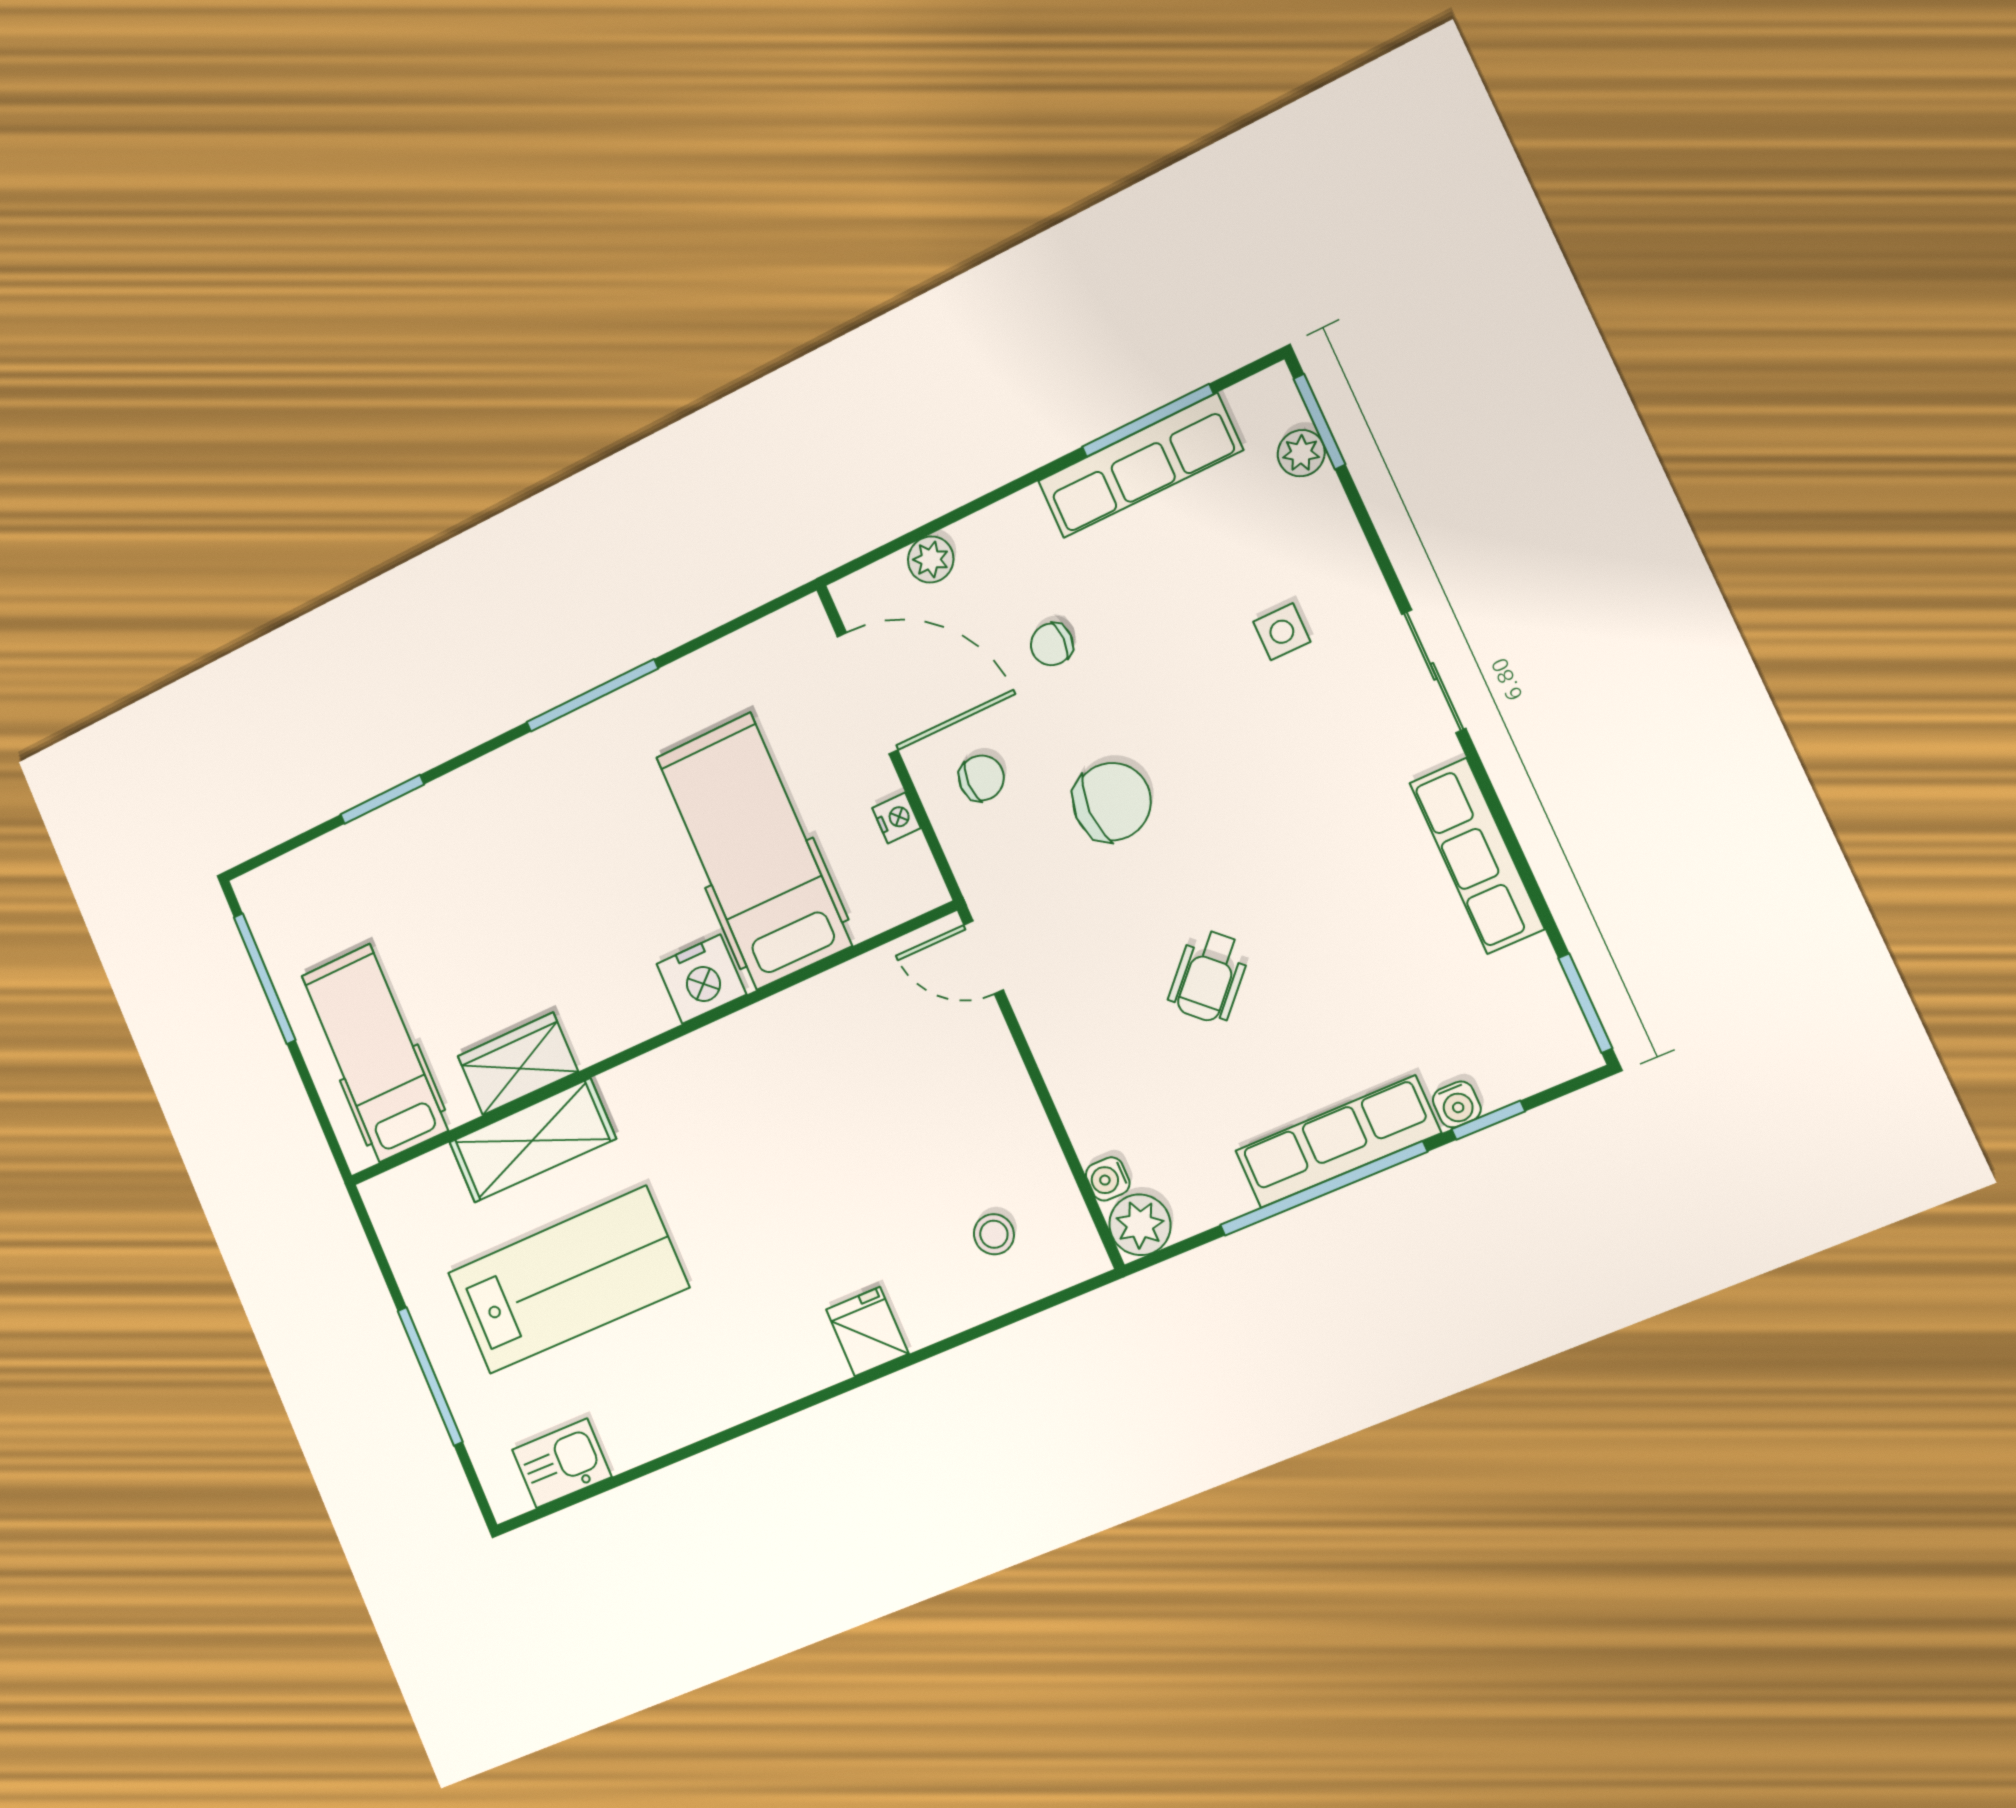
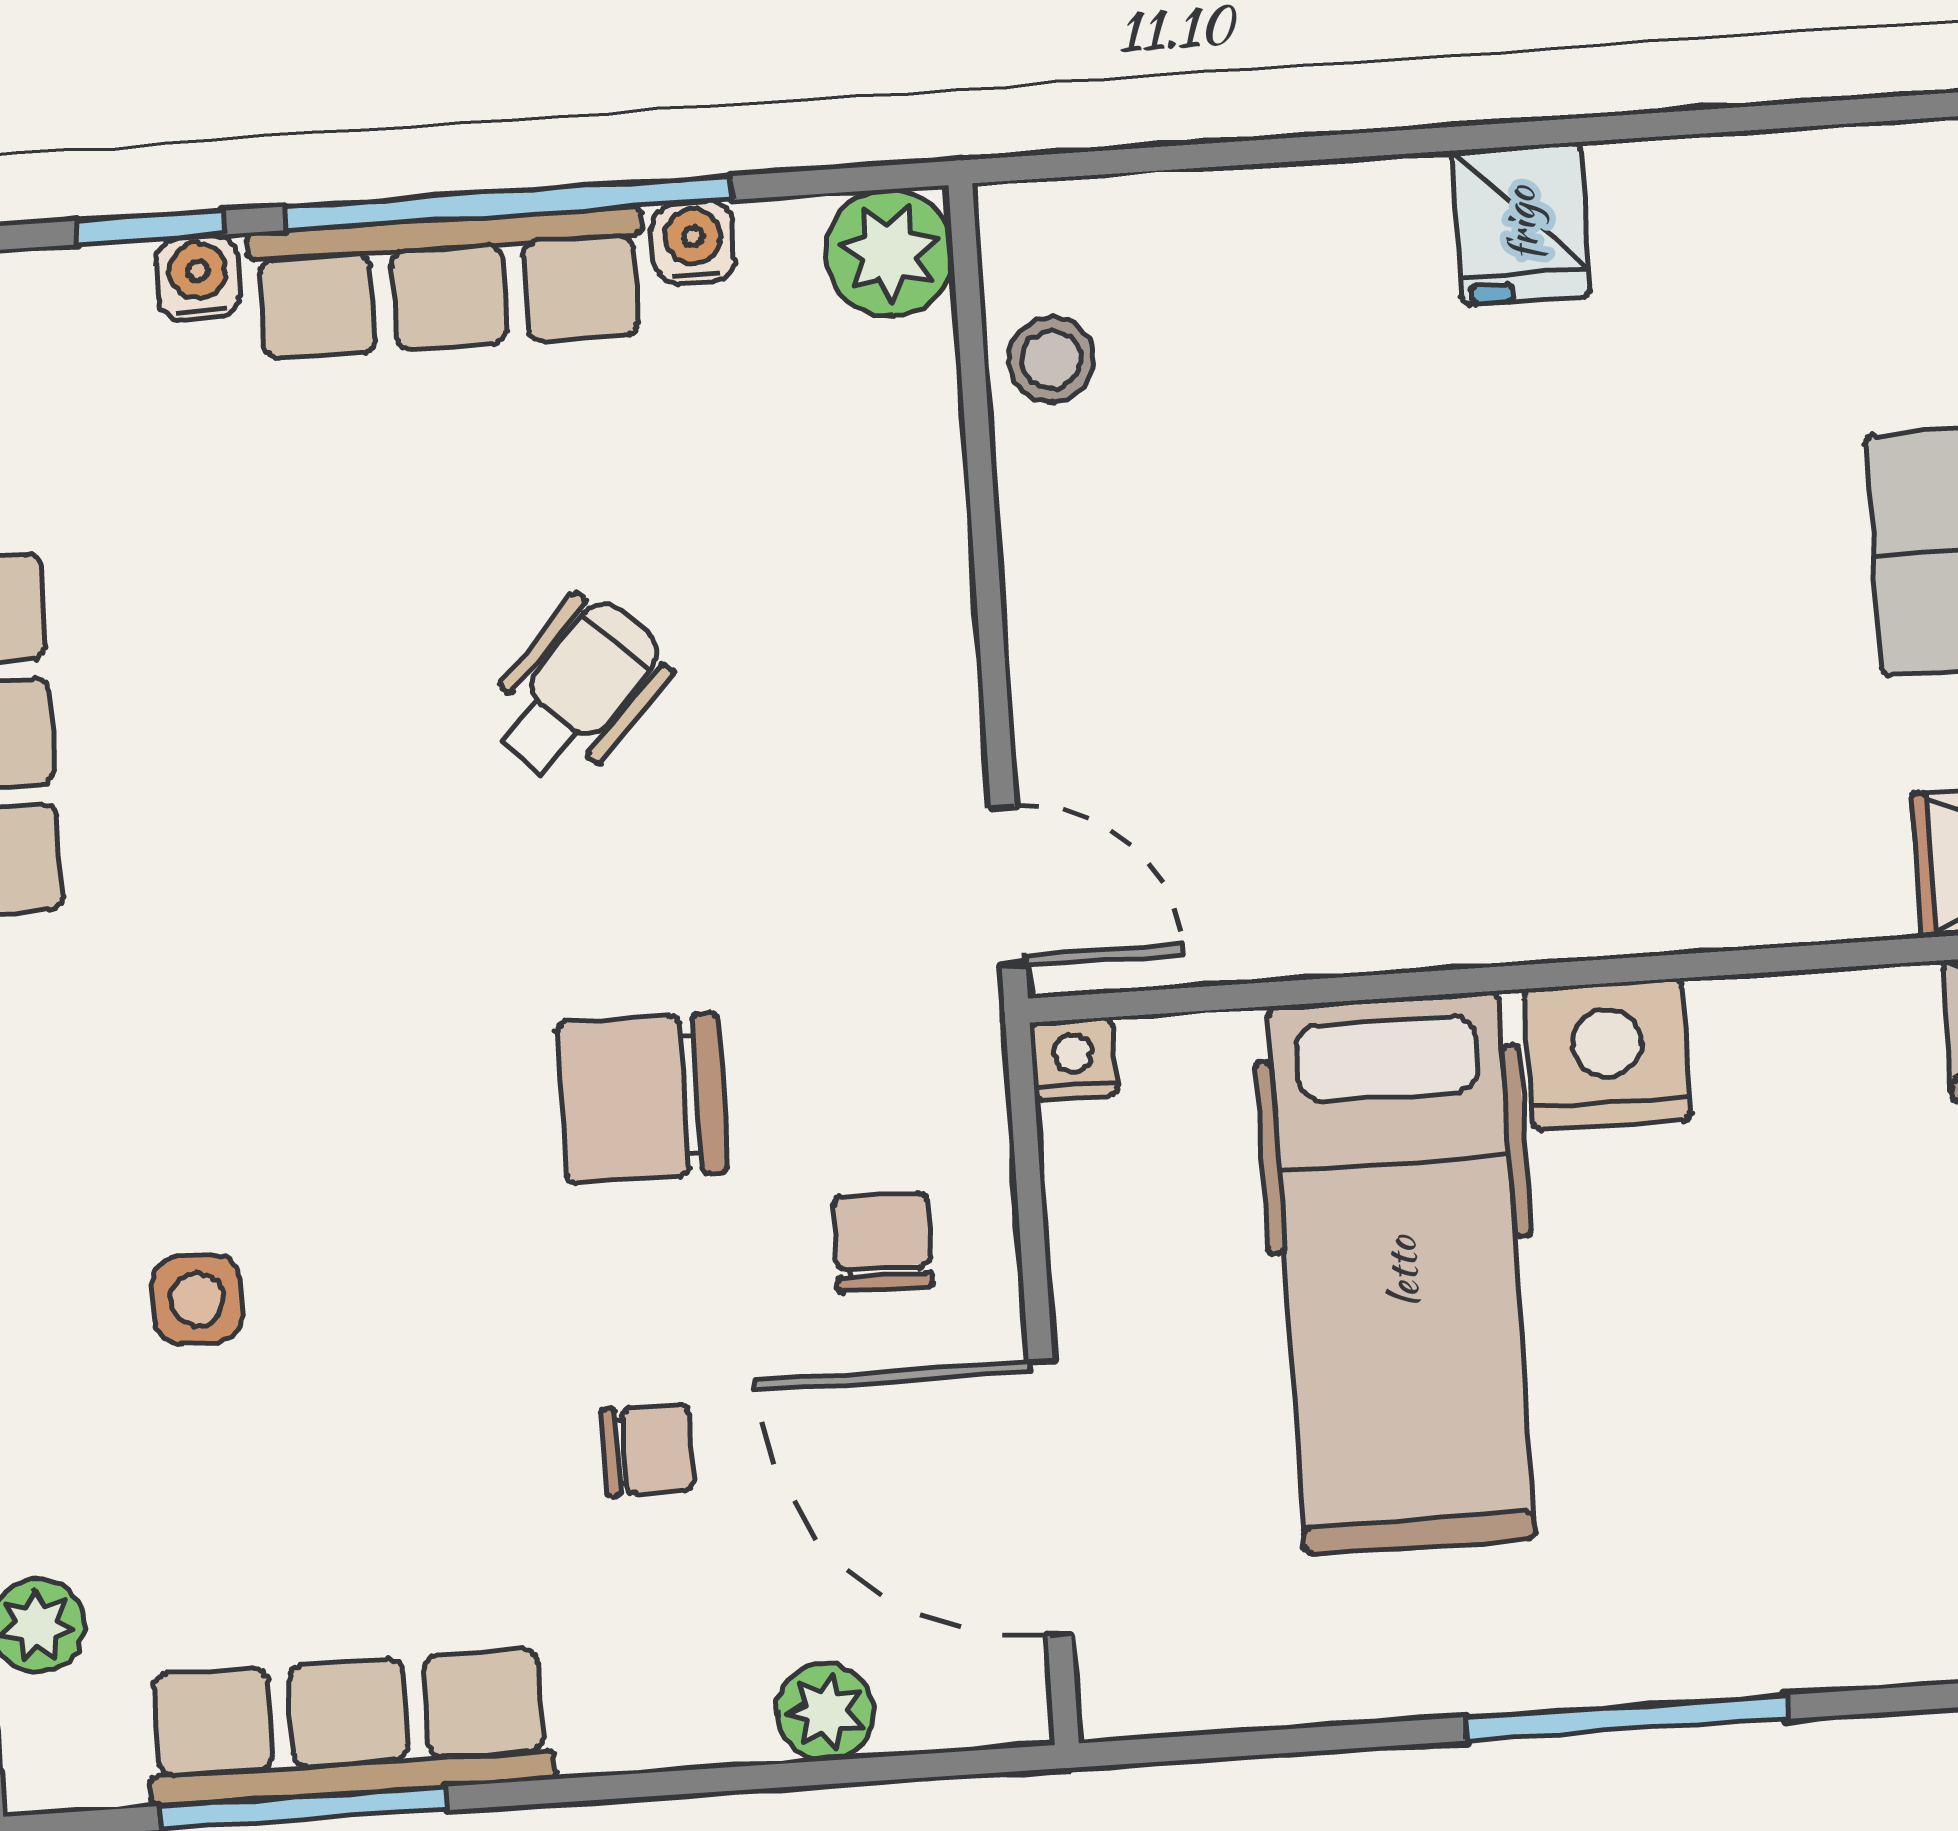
chair: (981, 778) -> (883, 1242), turned 90
nightstand: (896, 818) -> (1074, 1059), moved, turned 90
water cooler: (1108, 1179) -> (693, 243), moved, turned -90
stool: (994, 1234) -> (1051, 360), moved

